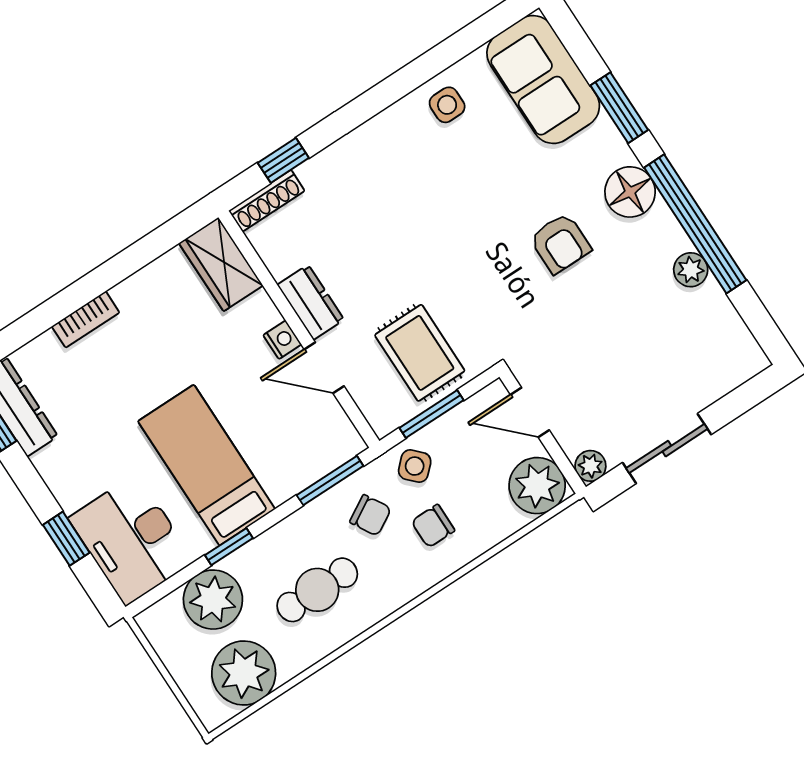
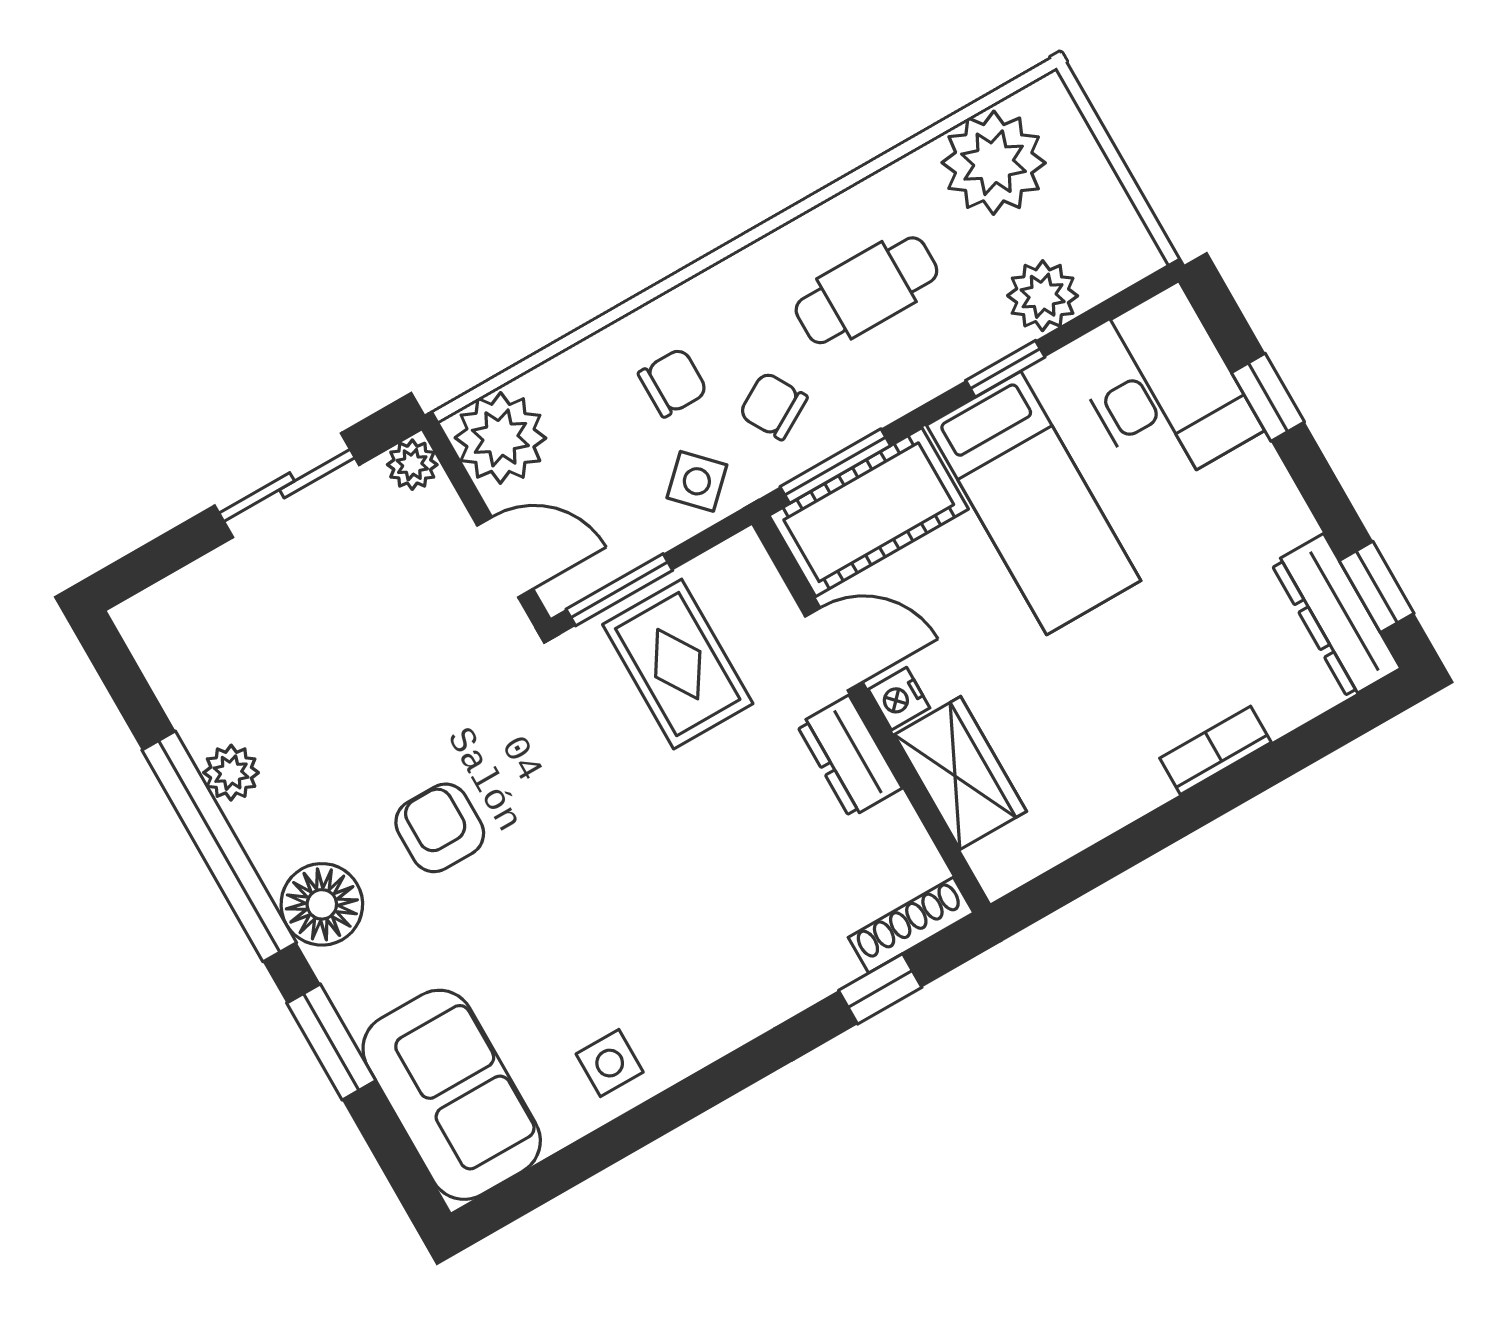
wardrobe: (221, 264) -> (960, 773), moved
window: (432, 414) -> (619, 590), moved
cot: (308, 453) -> (869, 512), added
plant: (213, 600) -> (1043, 296), width x0.73, depth x0.73

